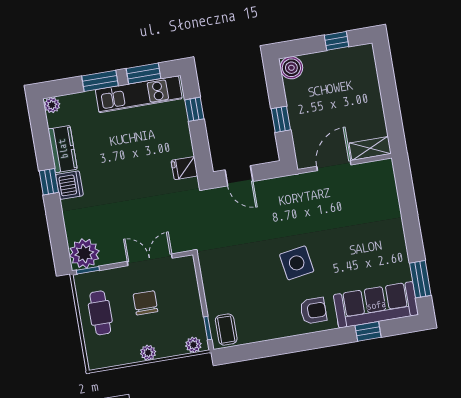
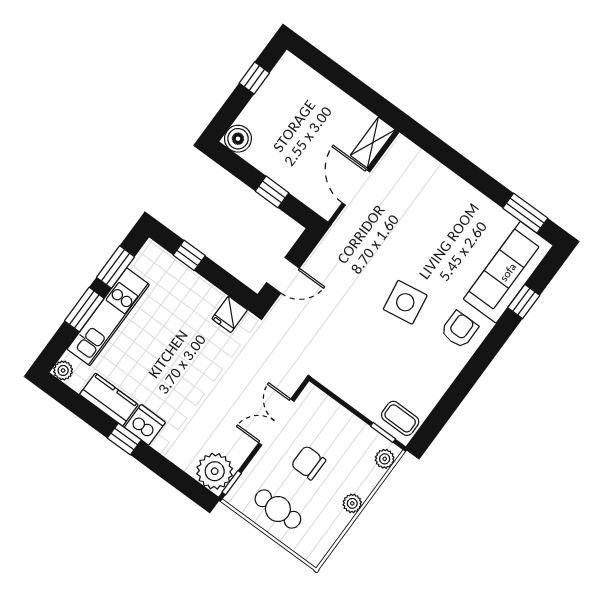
kitchen unit: (139, 94) -> (108, 317), moved

